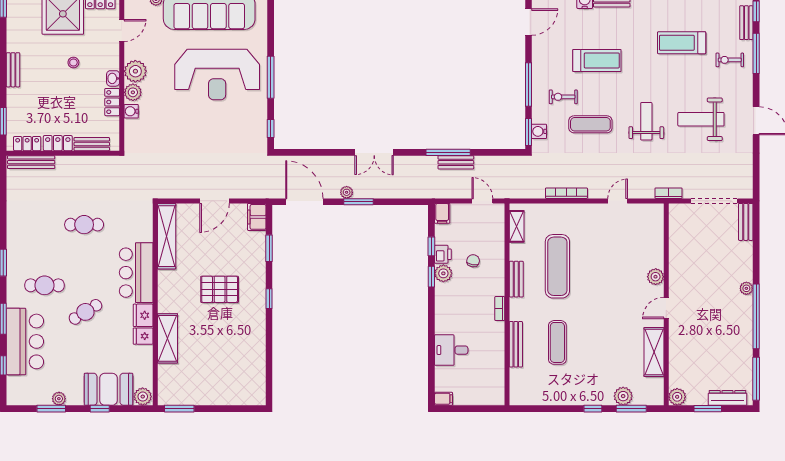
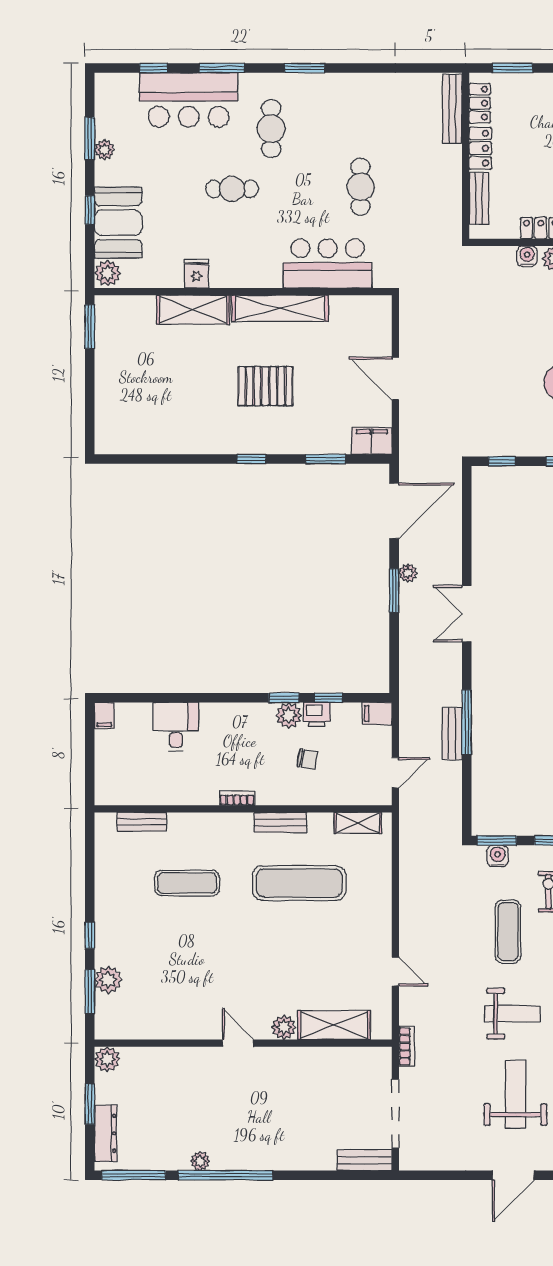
bookcase: (566, 193) -> (407, 896), removed
shelving: (167, 236) -> (280, 308), moved
bar counter: (136, 273) -> (328, 263), moved
plant: (746, 288) -> (200, 1161), moved
pallet: (220, 289) -> (265, 386), turned 90
cafe table: (85, 312) -> (232, 189), turned -58
fridge: (143, 315) -> (227, 274), removed
bench: (516, 344) -> (142, 822), moved, width x0.73
shelving: (654, 352) -> (334, 1025), moved

